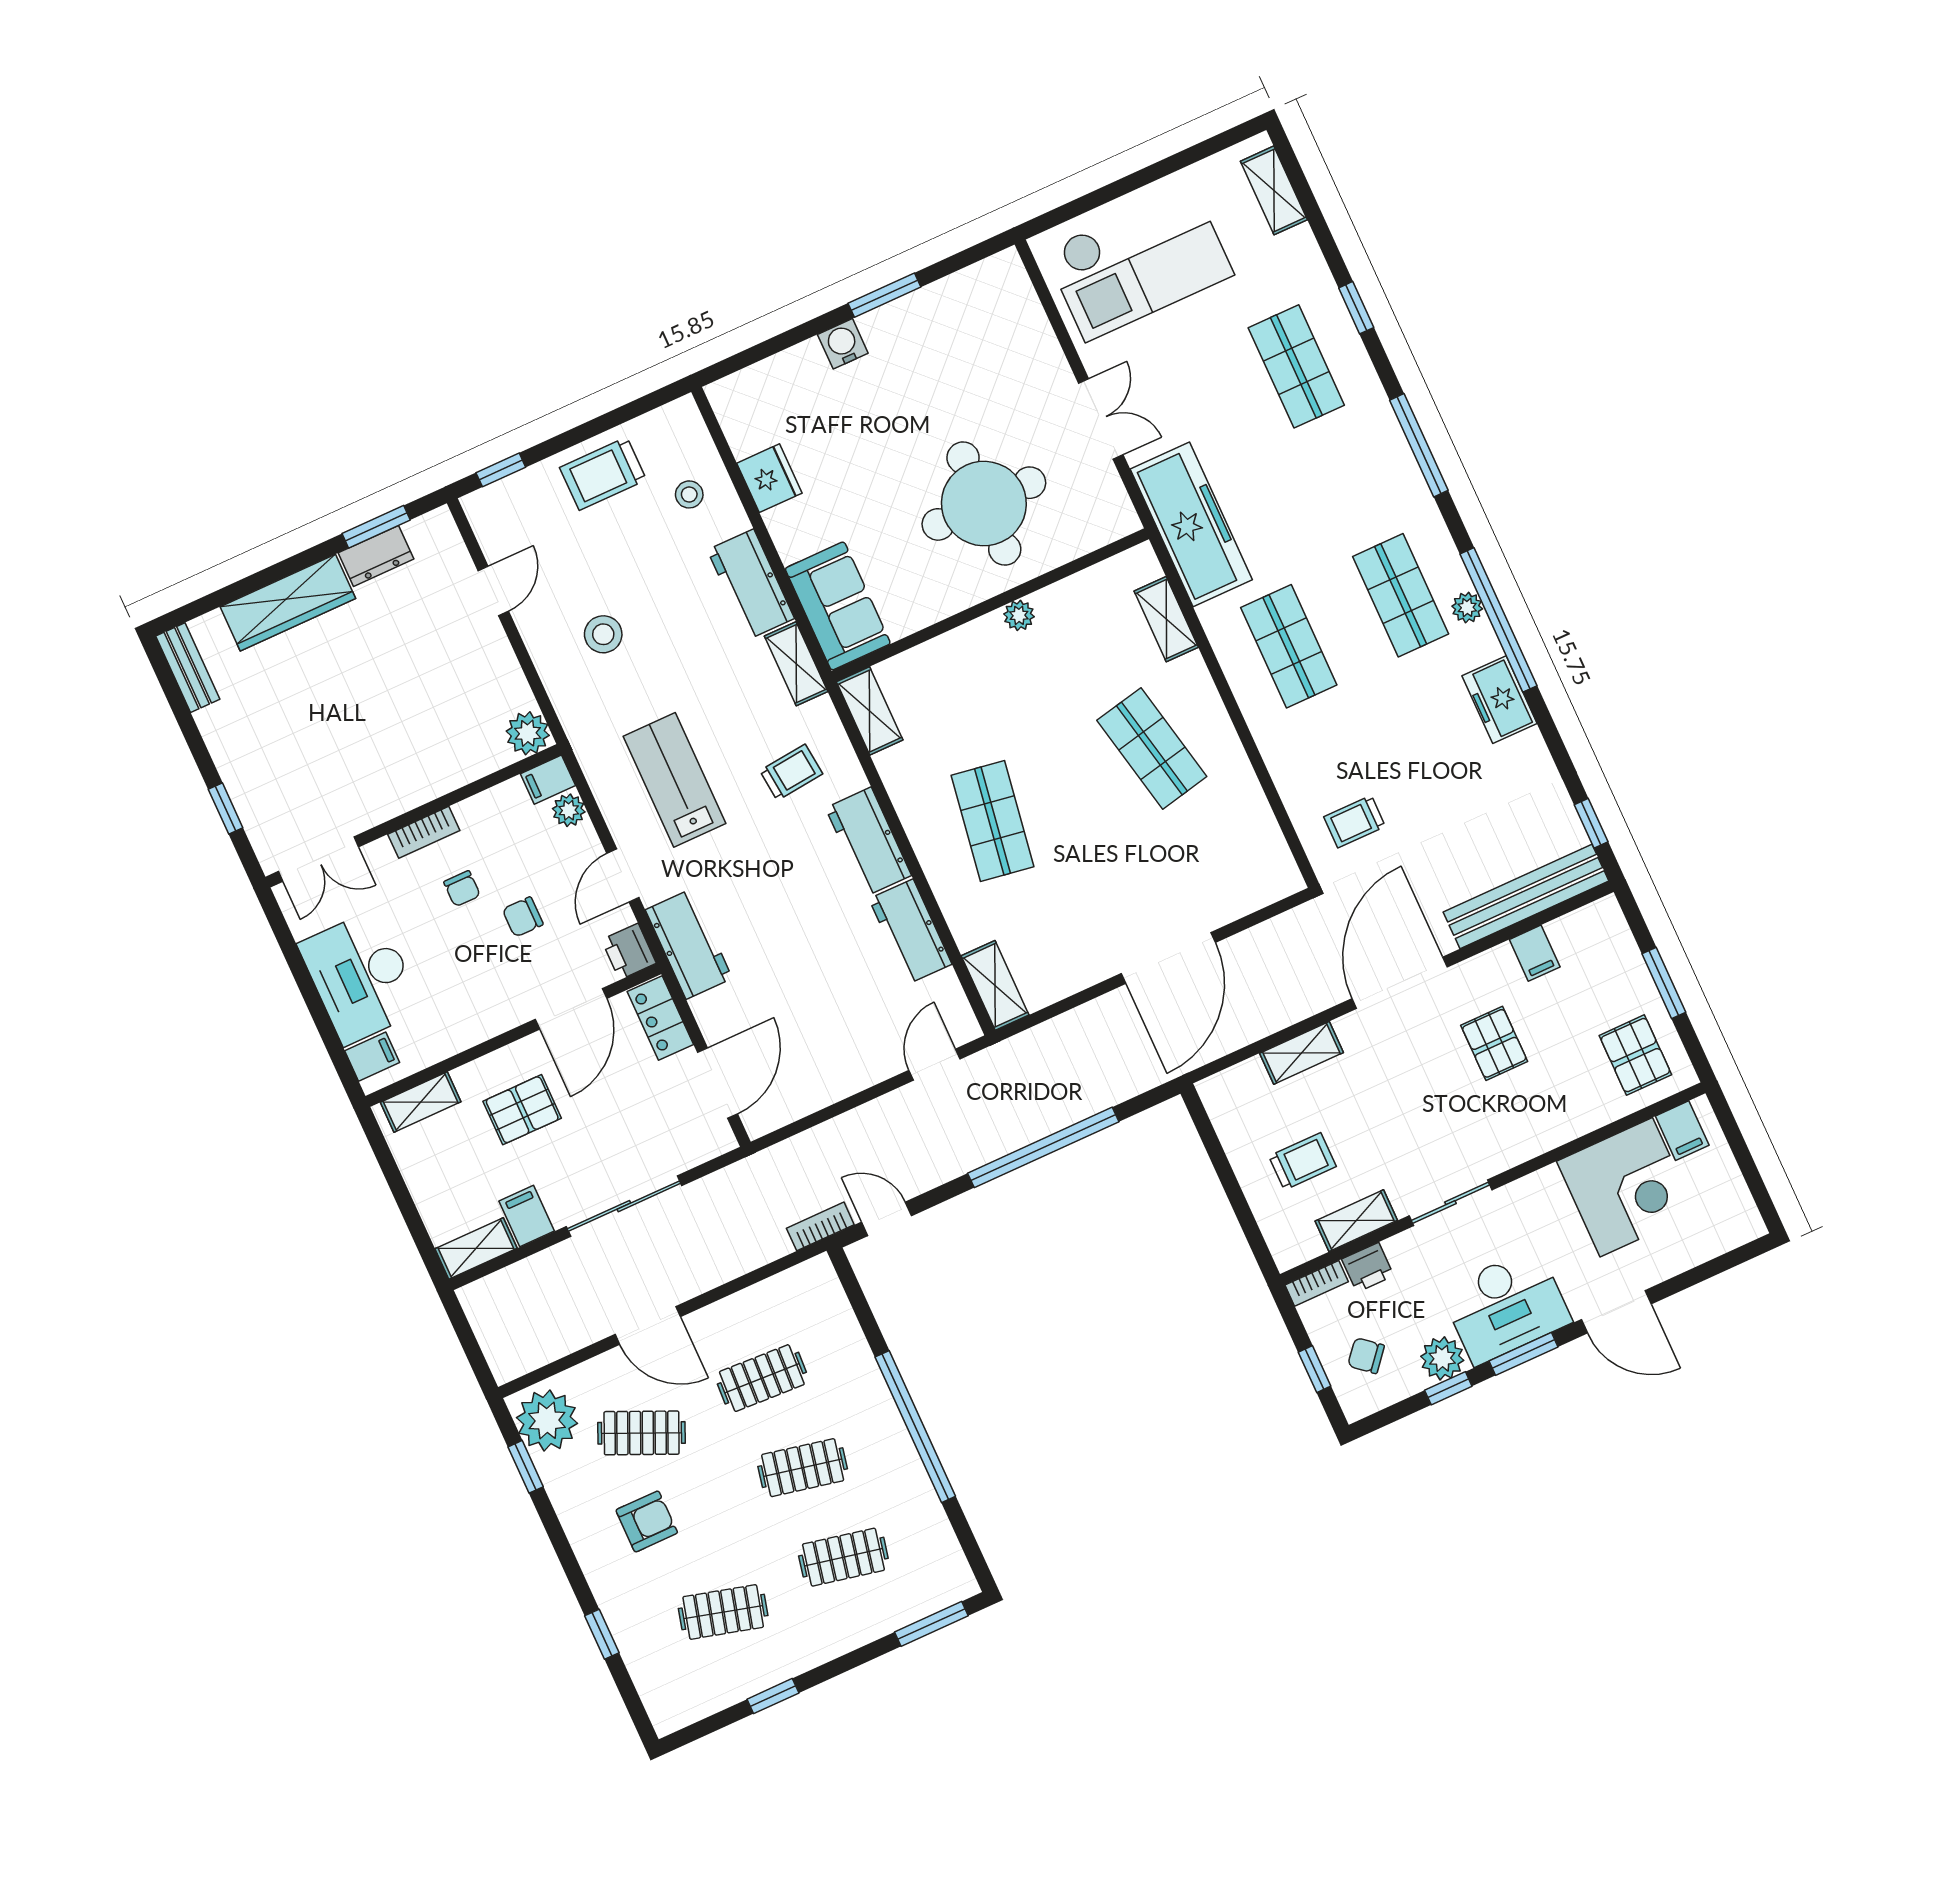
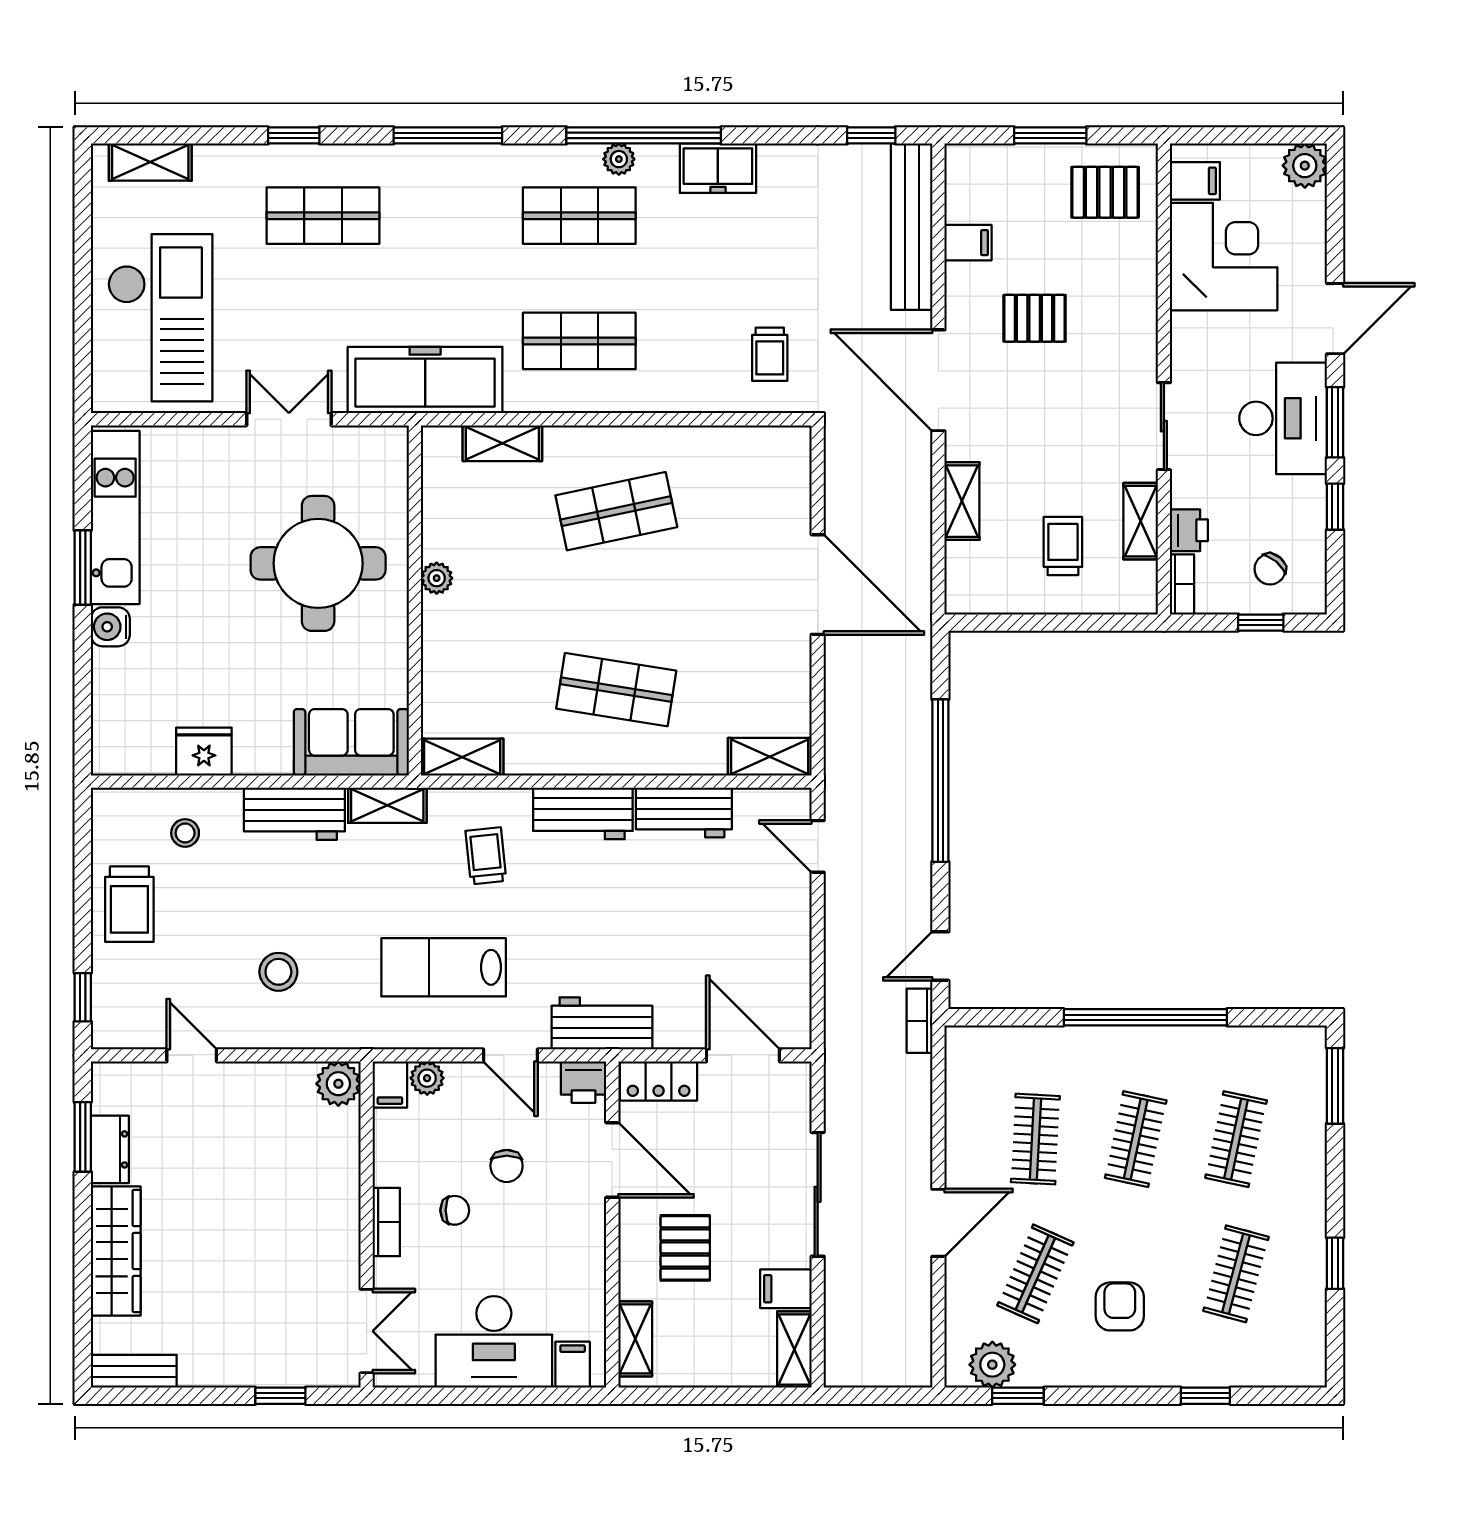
kitchen unit: (942, 304) -> (115, 517), added
plant: (1442, 1358) -> (1305, 166), moved
plant: (547, 1420) -> (992, 1365), width x0.73, depth x0.73

